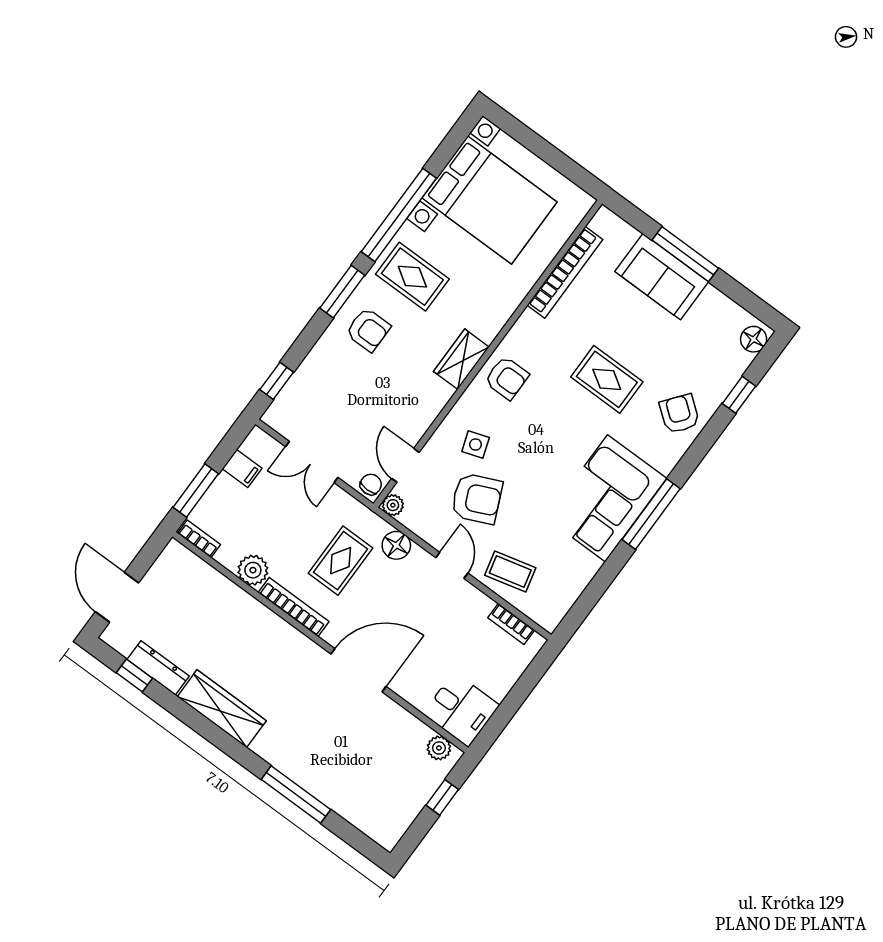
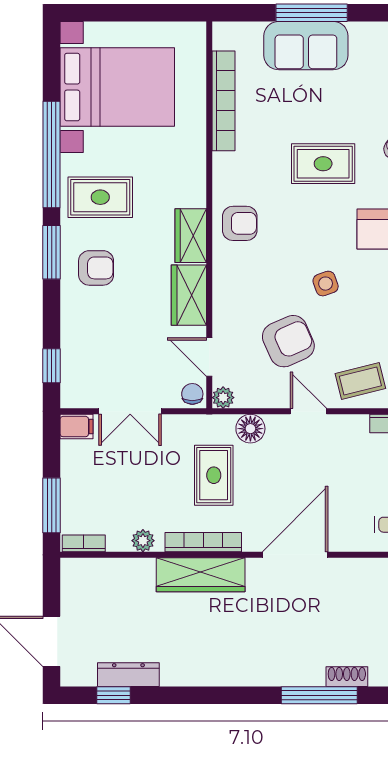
wardrobe: (425, 405) -> (189, 295), added
side table: (476, 444) -> (326, 284), moved
filing cabinet: (242, 469) -> (77, 427), moved
plant: (253, 570) -> (143, 541), width x0.73, depth x0.73
wardrobe: (222, 709) -> (201, 575), moved, turned 180
shoe rack: (328, 796) -> (347, 677), added

